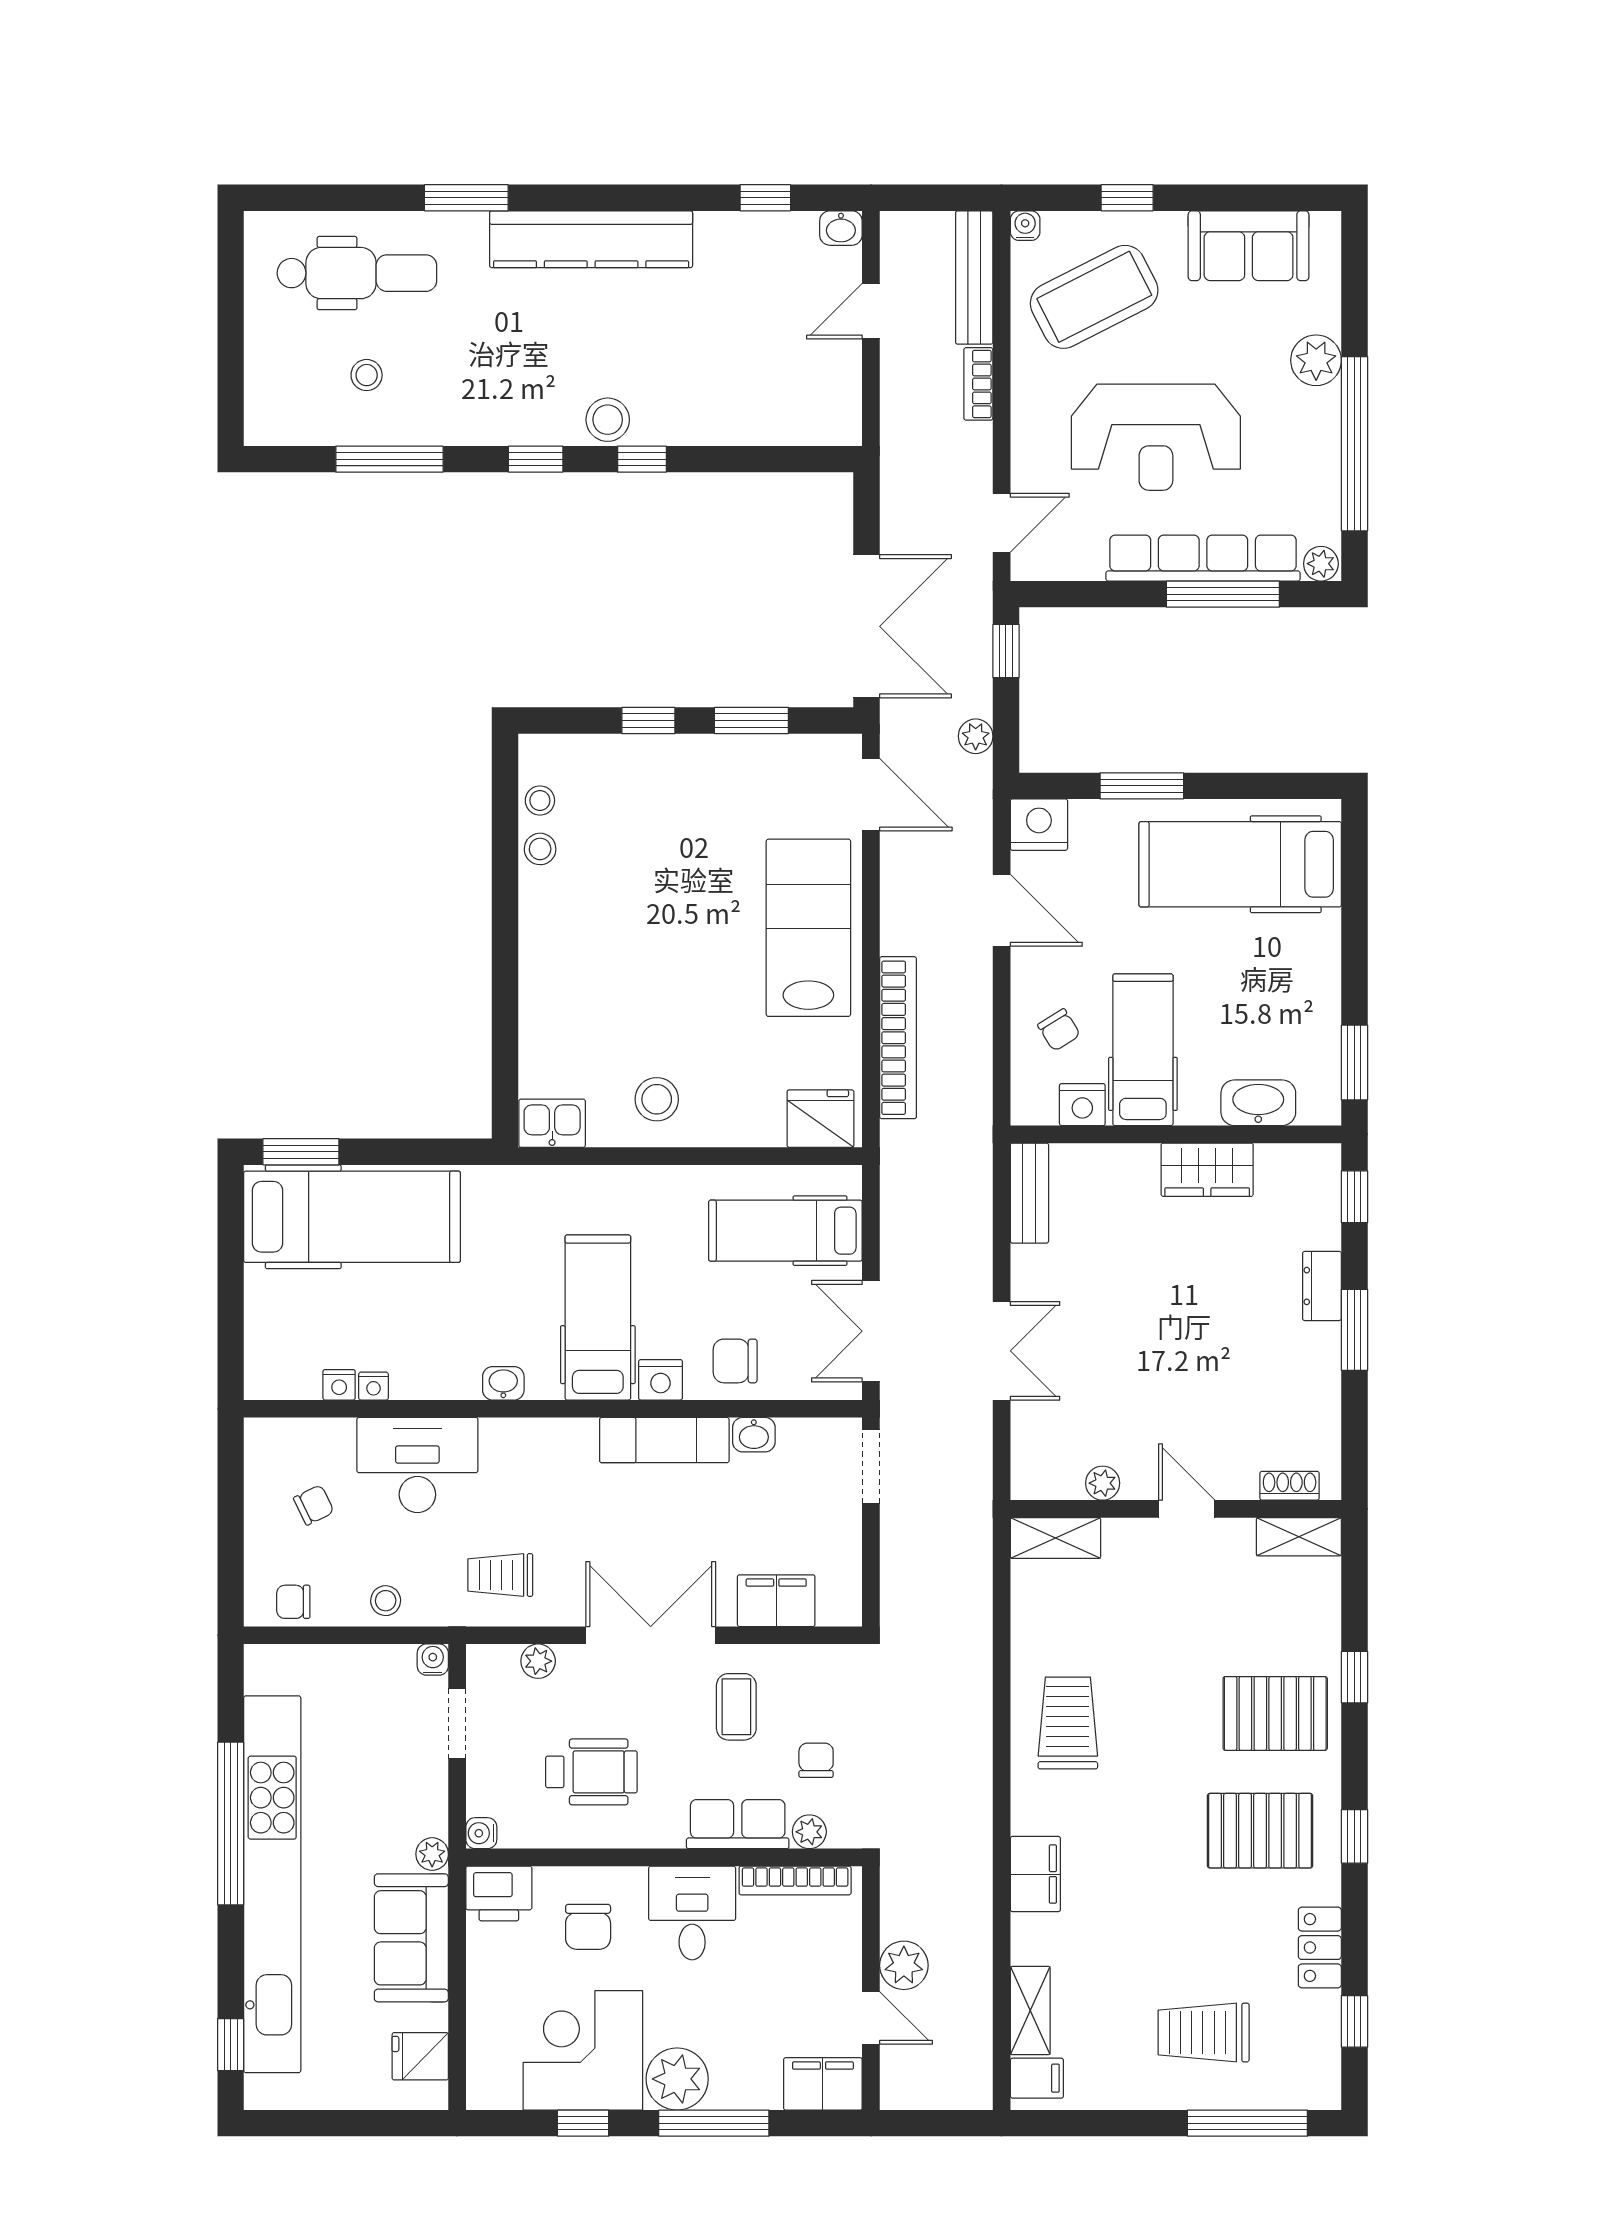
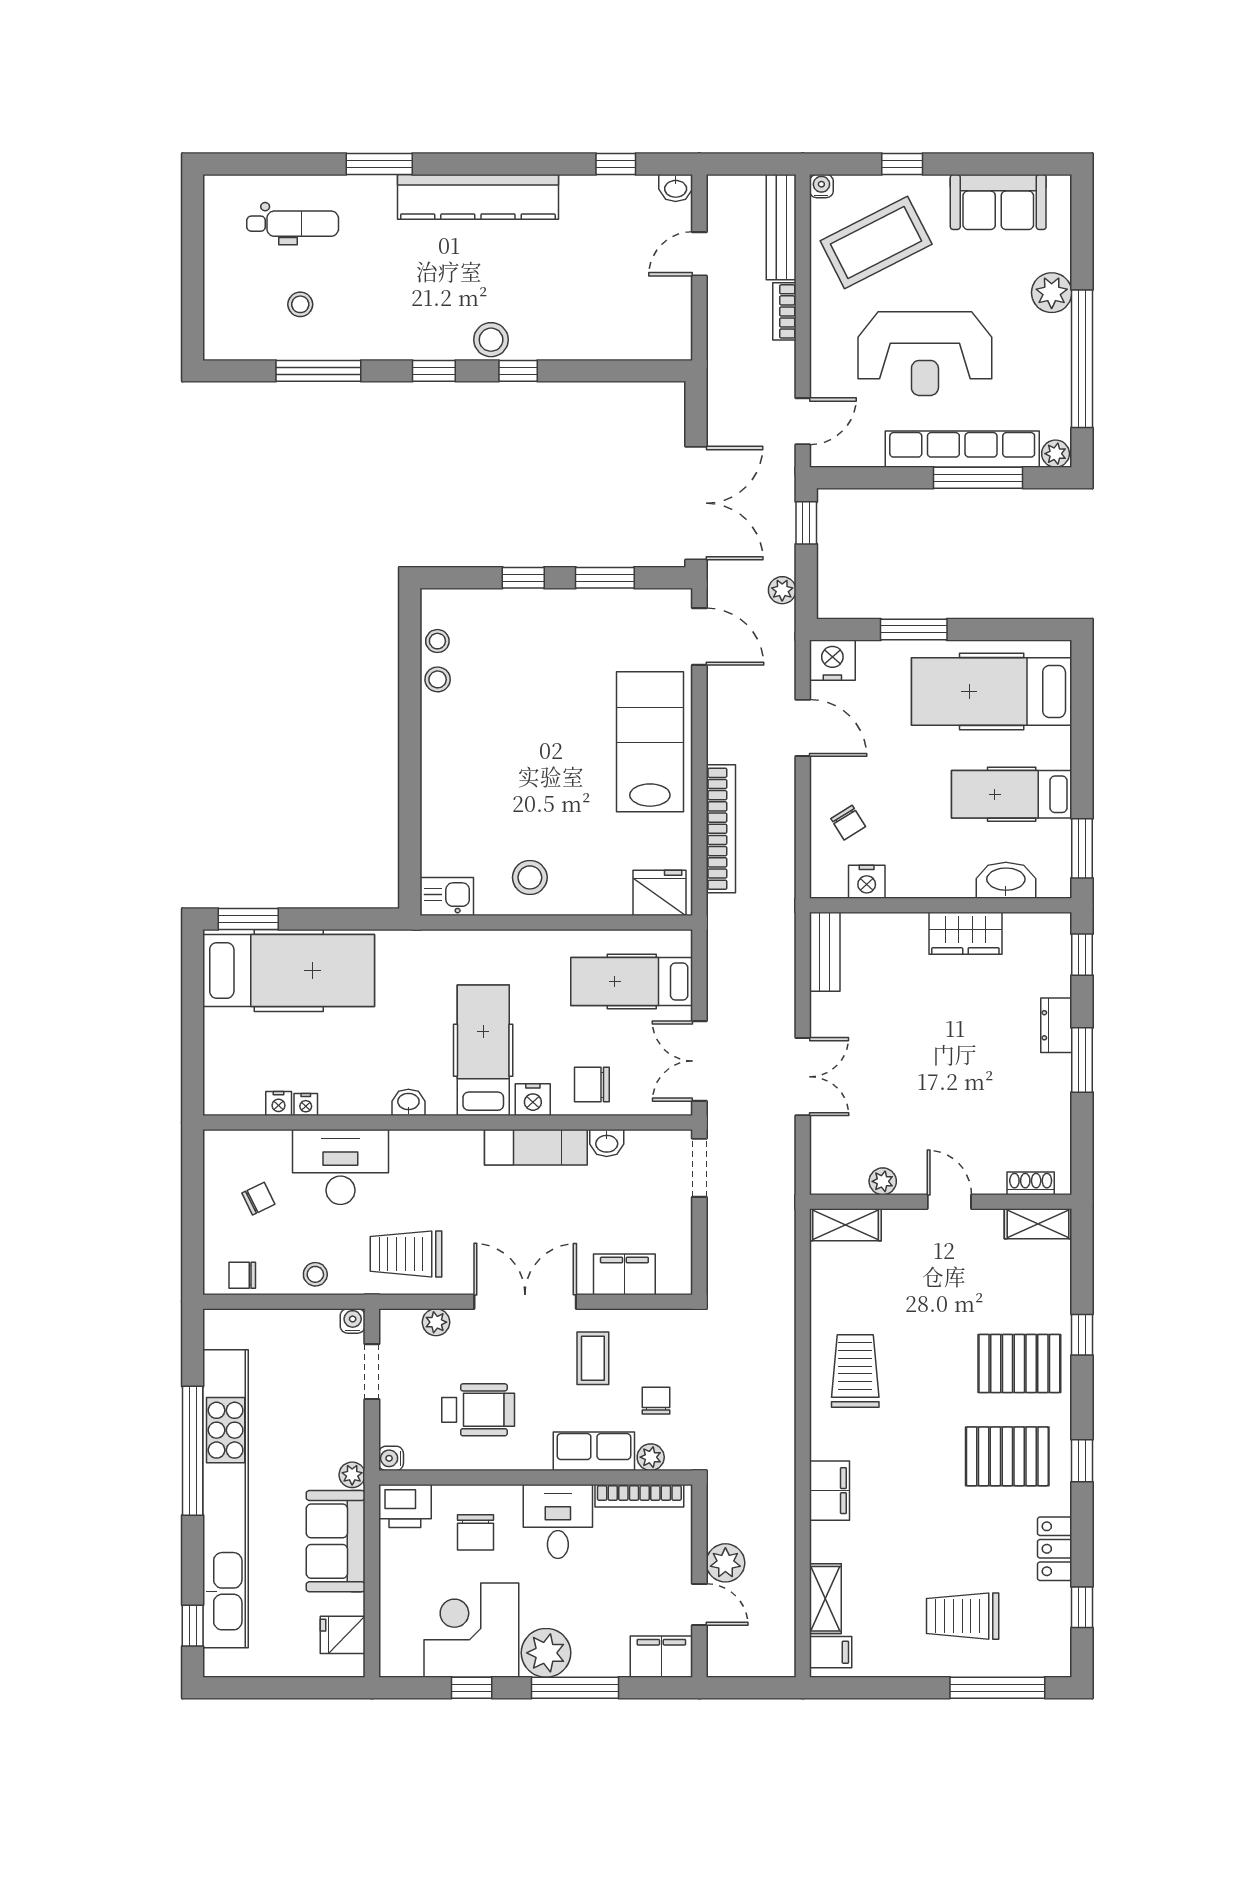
dental chair: (357, 273) -> (293, 224), width x0.73, depth x0.72
hospital bed: (1143, 1050) -> (1012, 794), moved, turned -90
trolley: (500, 1575) -> (406, 1254), width x1.36, depth x1.39

